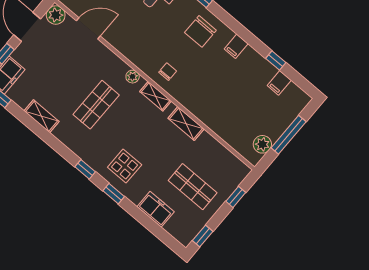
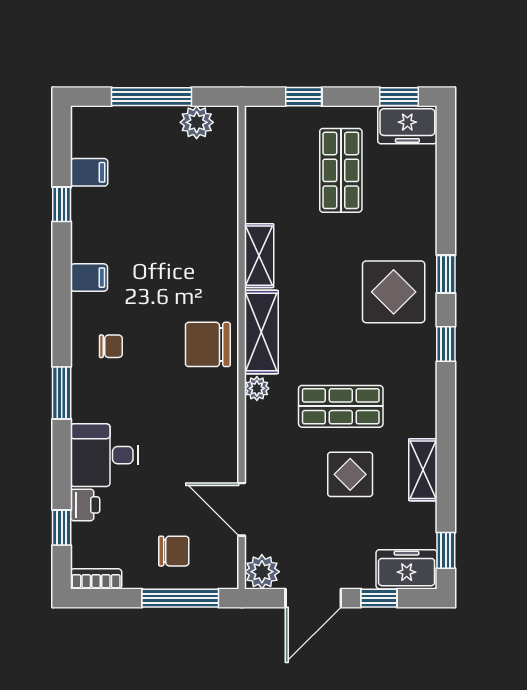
chair: (200, 31) -> (111, 346), width x0.54, depth x0.54
chair: (168, 72) -> (208, 344), width x1.87, depth x1.87
display table: (65, 85) -> (350, 474), added
shelving: (155, 96) -> (261, 332), width x1.50, depth x1.33
display table: (125, 166) -> (394, 292), width x1.36, depth x1.36
freezer: (156, 209) -> (407, 125), moved, turned -90

